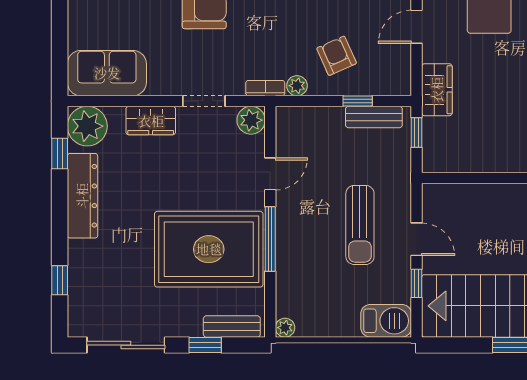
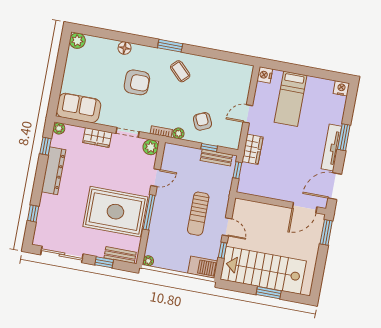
plant: (87, 126) -> (59, 128), width x0.53, depth x0.53

